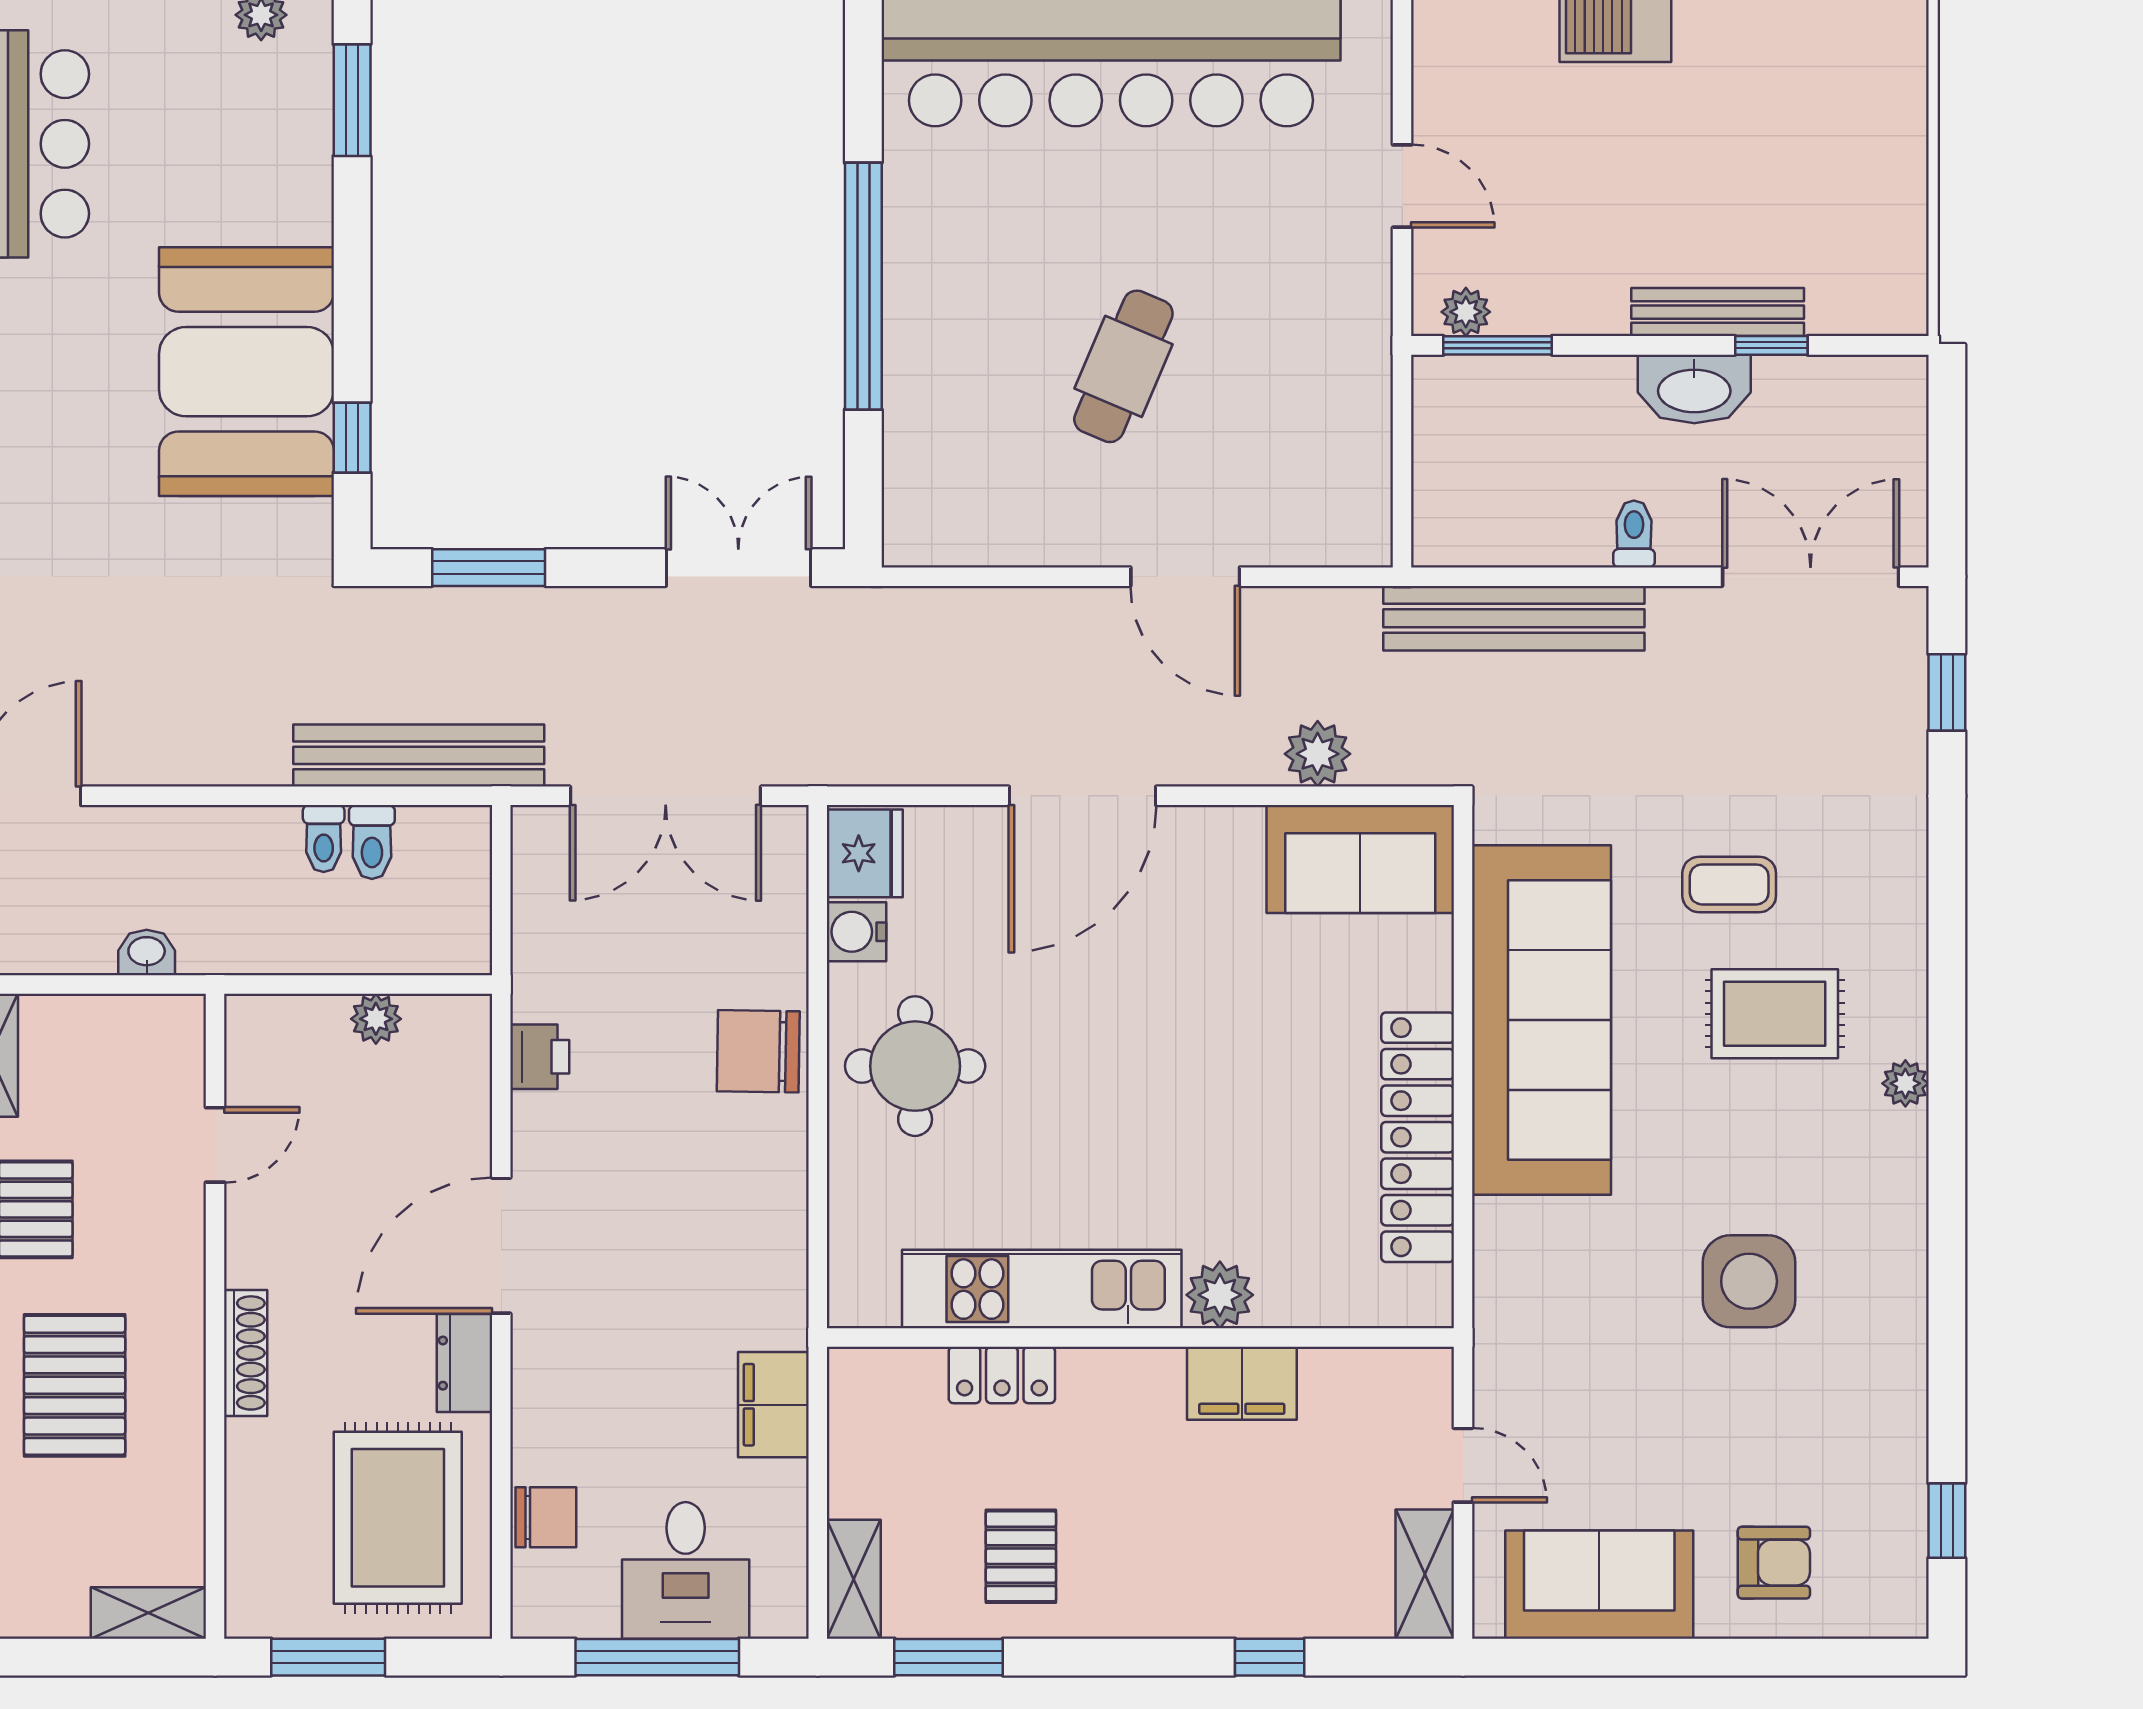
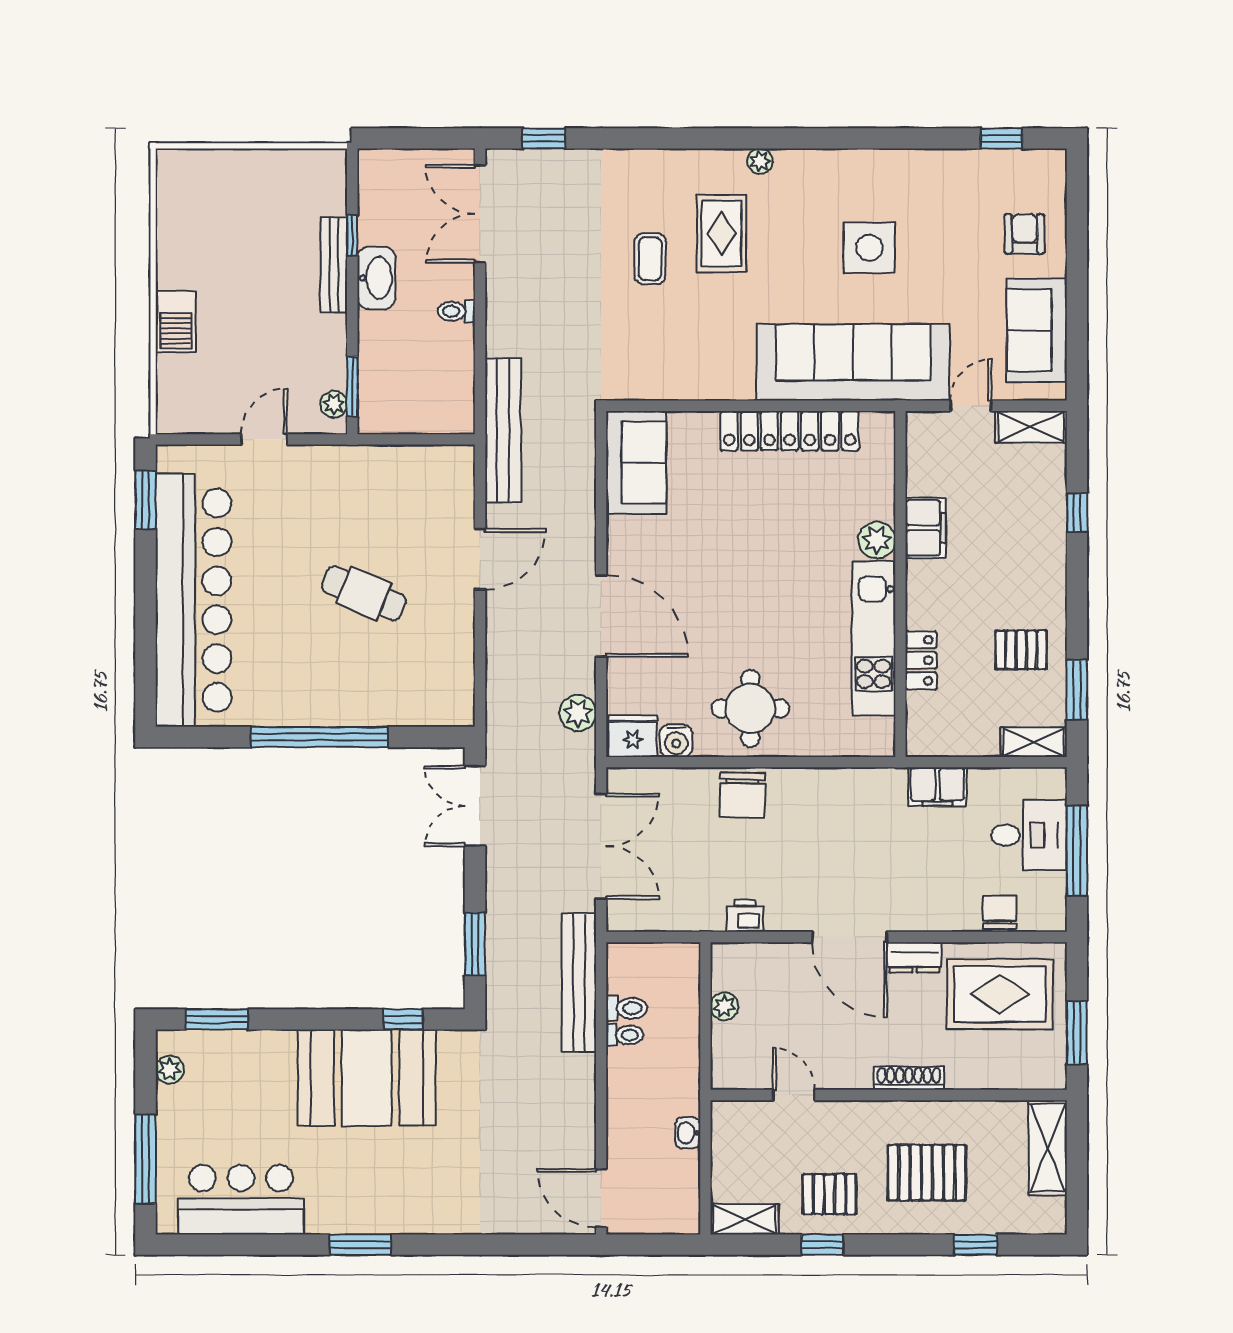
bench: (1514, 618) -> (503, 430), moved
plant: (1318, 754) -> (578, 713), moved
sofa: (1541, 1020) -> (853, 362), moved
shelving: (148, 1613) -> (1048, 1148), width x1.50, depth x1.33

